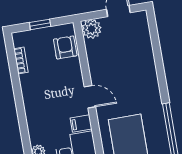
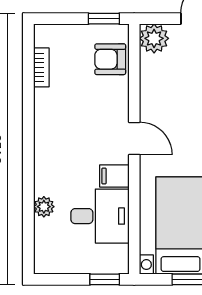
window: (40, 24) -> (104, 19), moved
armchair: (65, 47) -> (110, 59), turned -90

